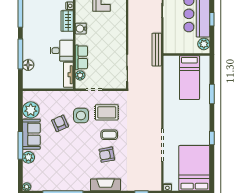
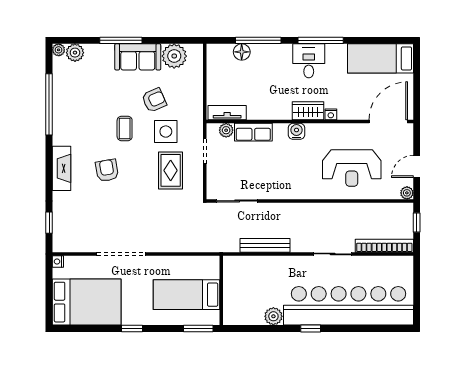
desk: (62, 51) -> (309, 61), moved, turned 180
wall: (187, 54) -> (221, 290), moved
bed: (189, 78) -> (186, 295), moved
coffee table: (109, 135) -> (125, 128), moved
plant: (28, 157) -> (75, 53), moved

